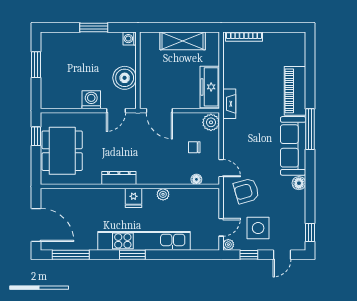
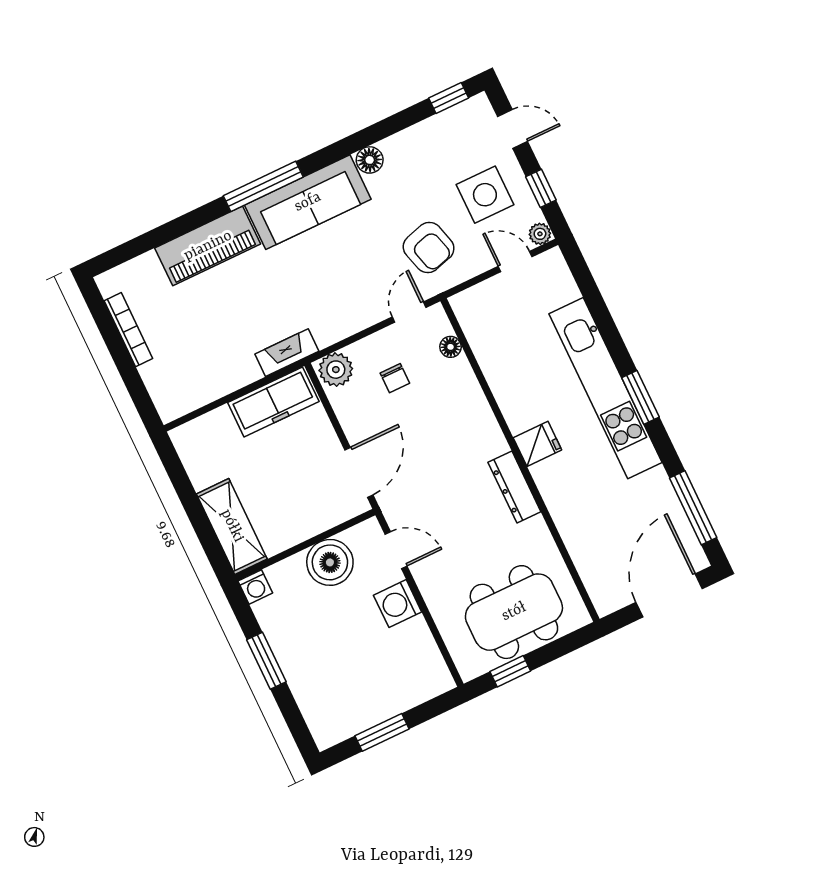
bookcase: (244, 37) -> (128, 330), moved
shelving: (183, 41) -> (232, 526), moved
plant: (163, 194) -> (506, 394), removed

